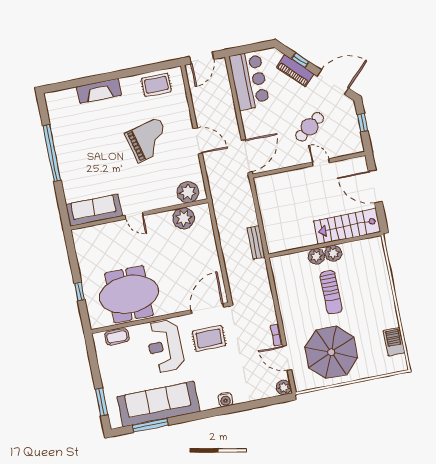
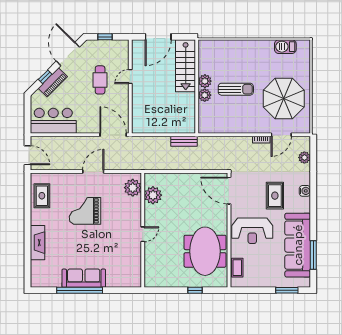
cafe table: (310, 127) -> (100, 80), turned 36
grand piano: (149, 140) -> (85, 211), turned -76
sofa: (94, 210) -> (84, 278), moved, turned 90
rug: (209, 338) -> (275, 196), moved
plant: (284, 387) -> (304, 158), moved

